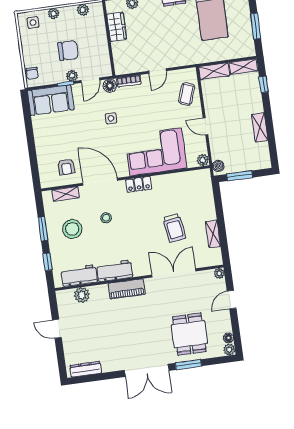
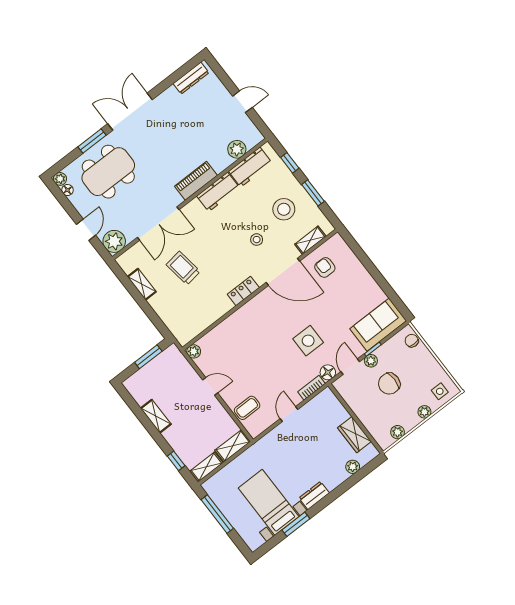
window: (256, 26) -> (217, 514), width x1.44
coffee table: (187, 94) -> (247, 408), turned 70
side table: (111, 118) -> (308, 341), width x1.87, depth x1.87
corner sofa: (156, 152) -> (245, 333), removed
boiler: (218, 166) -> (175, 354), removed
plant: (219, 273) -> (114, 241), width x1.88, depth x1.88
dining table: (189, 334) -> (108, 172), width x1.38

